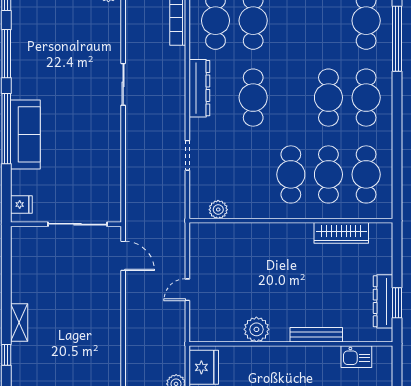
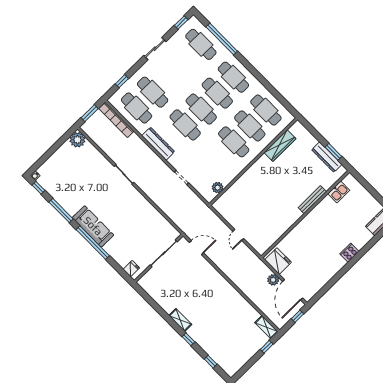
cafe table: (291, 98) -> (201, 109), added
sofa: (25, 134) -> (93, 226), moved
plant: (256, 329) -> (285, 223), removed

